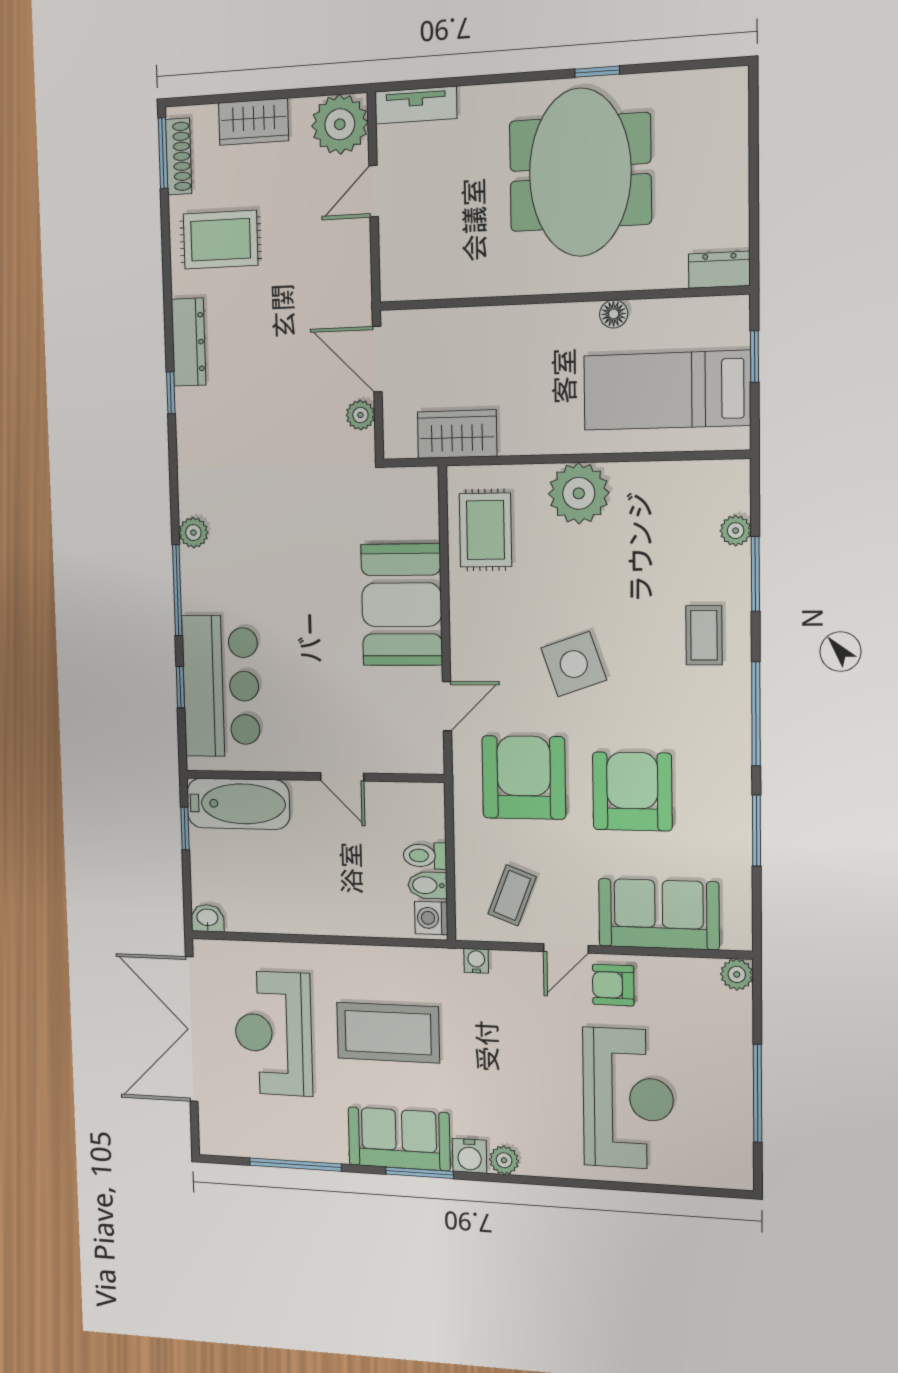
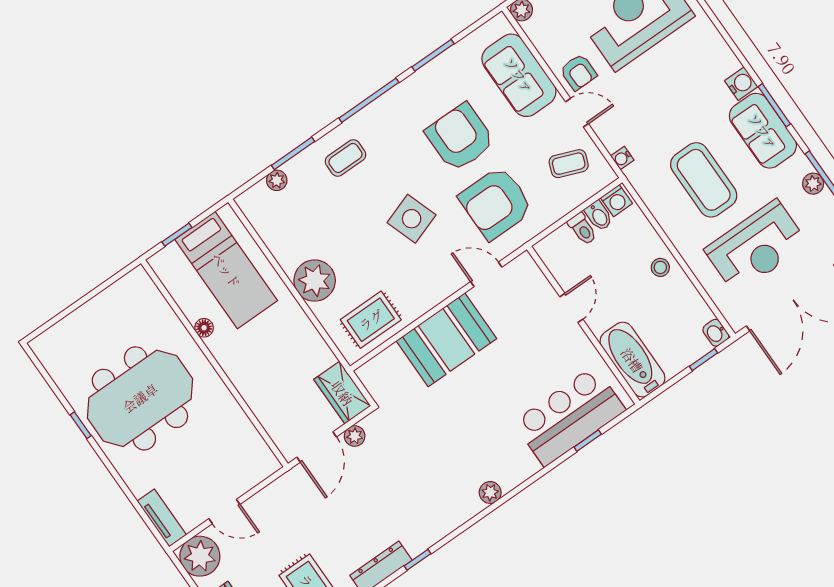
dresser: (719, 270) -> (143, 286), removed
wardrobe: (457, 434) -> (342, 393), moved
window: (177, 590) -> (531, 480), removed
armchair: (632, 791) -> (460, 137), turned 90
window: (185, 828) -> (704, 360), moved
stool: (321, 911) -> (660, 267), added
plant: (504, 1160) -> (813, 184), moved

